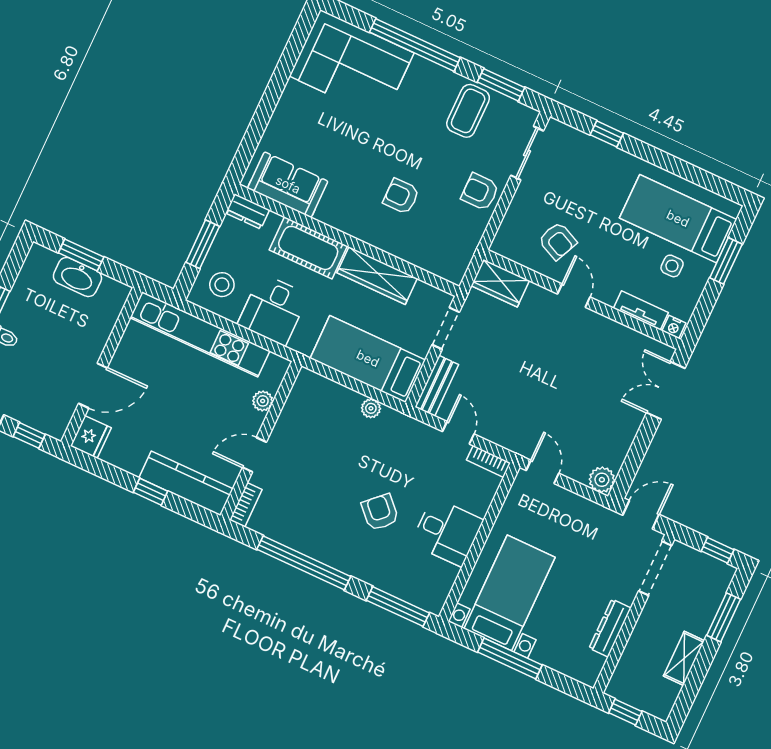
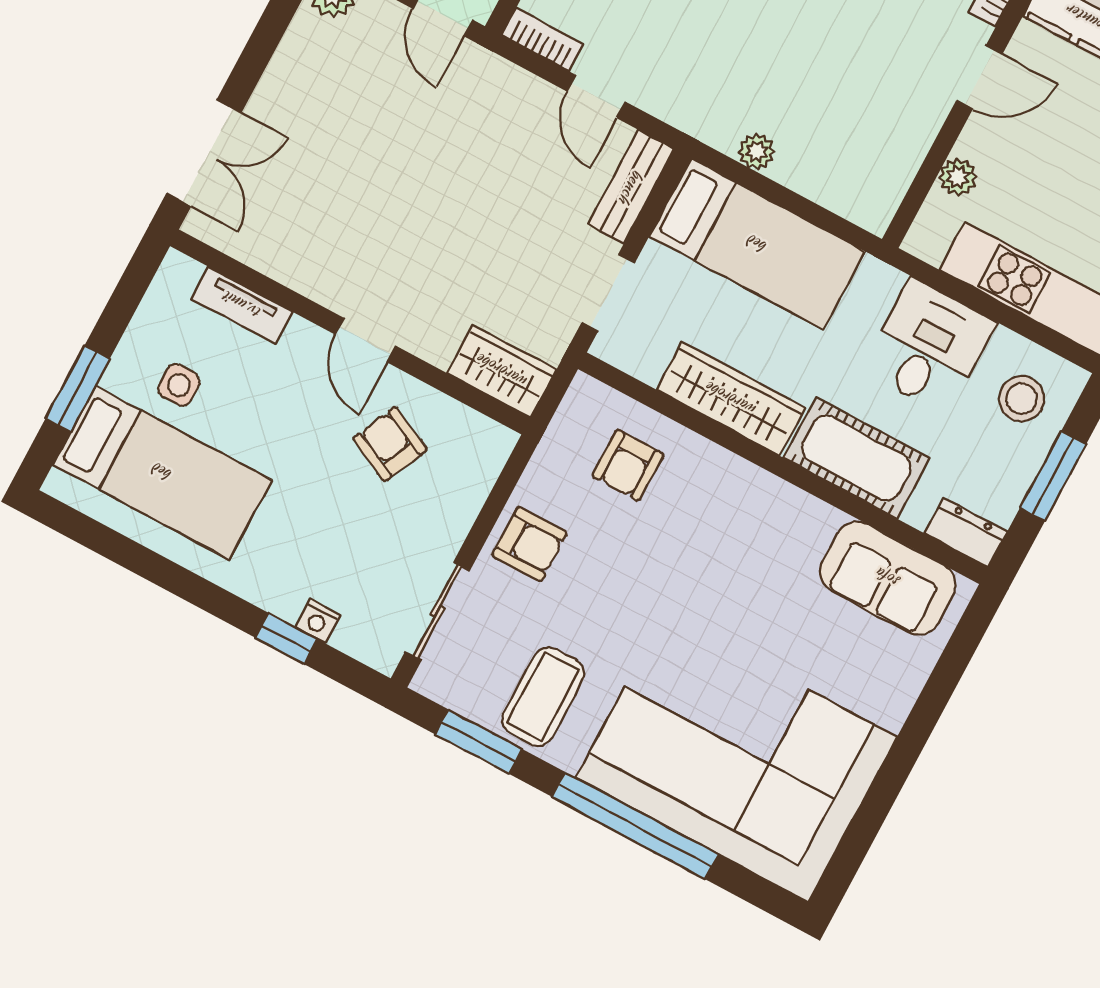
corner sofa: (352, 65) -> (737, 757), width x1.36, depth x1.36
armchair: (401, 196) -> (628, 465), moved, turned 90
nightstand: (674, 327) -> (318, 621), moved, turned 180

